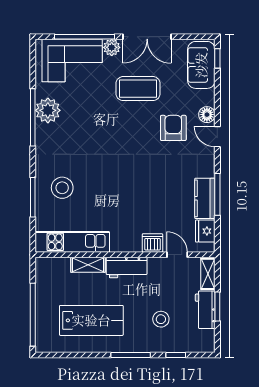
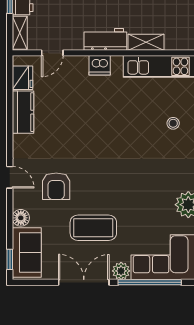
floor lamp: (207, 115) -> (21, 218), moved
stool: (62, 188) -> (173, 123), width x0.53, depth x0.53
window: (217, 194) -> (10, 116), removed
dishwasher: (152, 243) -> (100, 65), moved
door: (177, 255) -> (52, 53), hinge flipped

